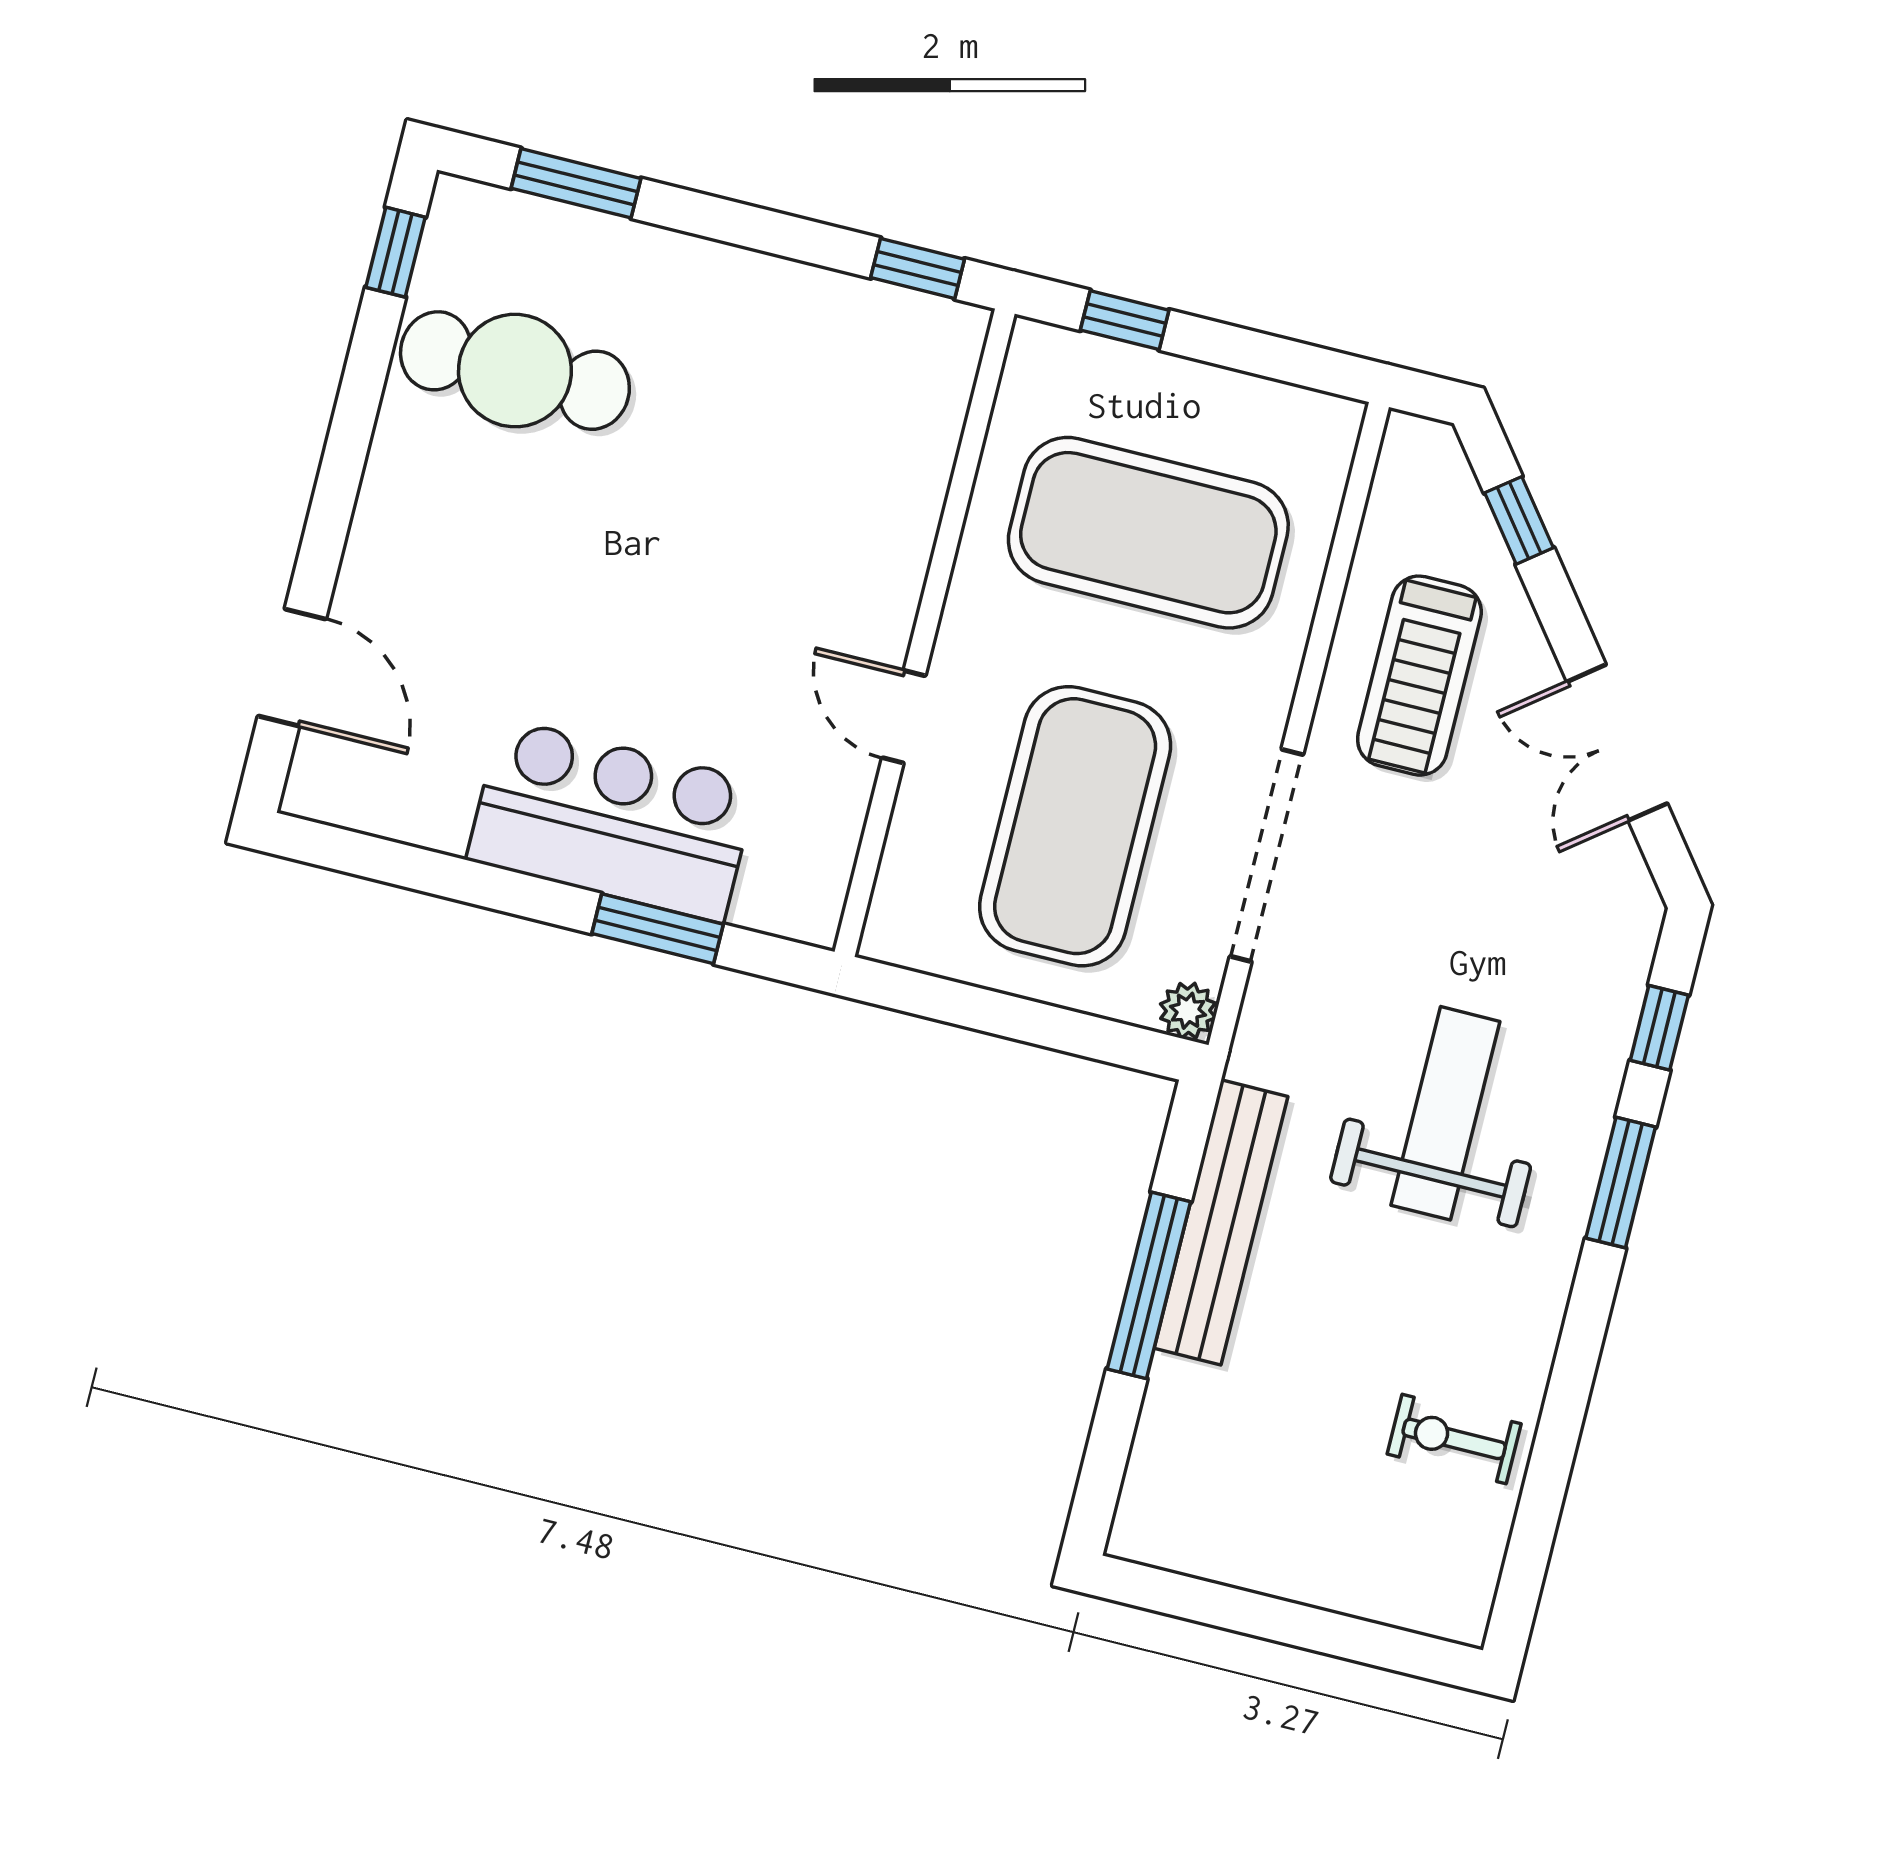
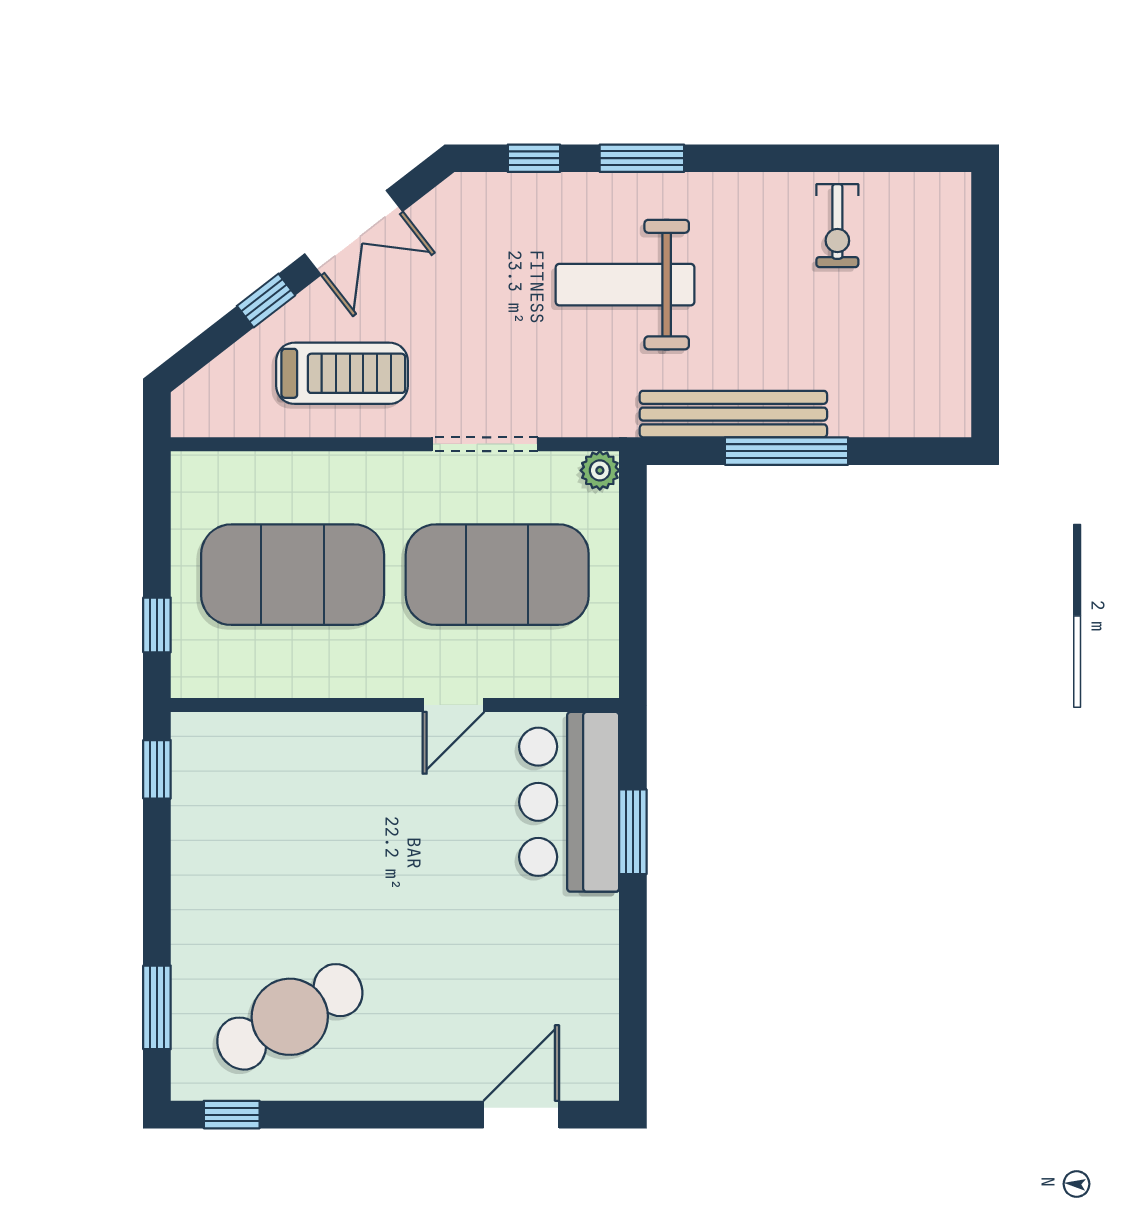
cafe table: (515, 371) -> (290, 1017), turned 61
window: (1519, 520) -> (266, 301), moved
exercise mat: (1148, 533) -> (293, 575), turned 90
bar counter: (612, 820) -> (569, 802), moved
doorway: (1267, 855) -> (485, 444), width x0.73

